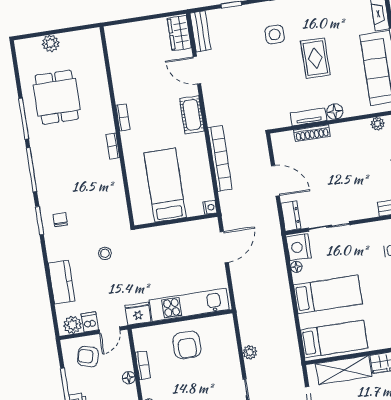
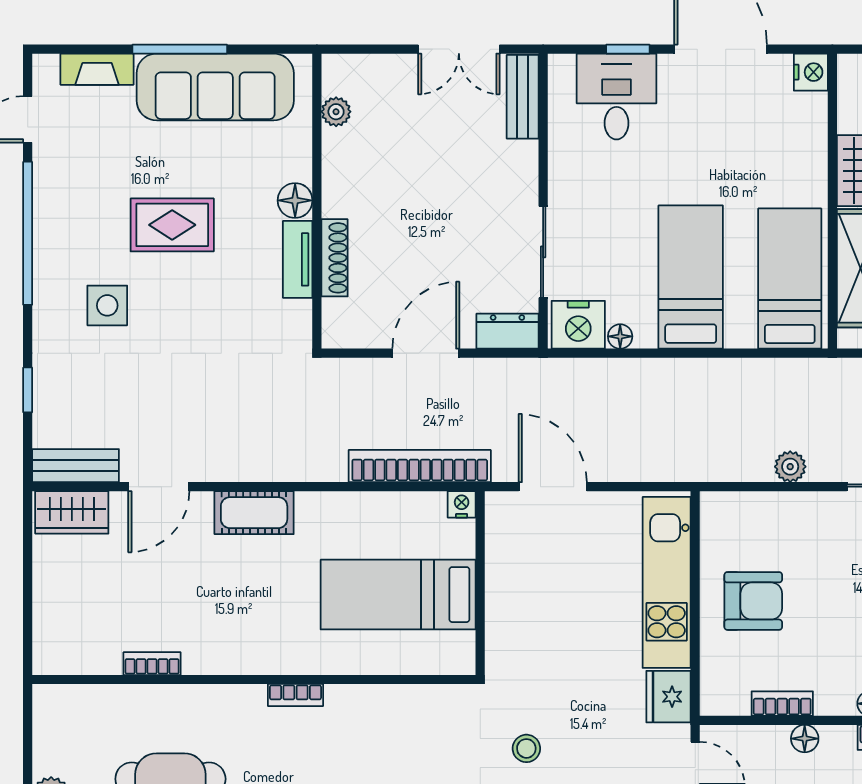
bookcase: (123, 117) -> (152, 664), moved
bookcase: (220, 158) -> (420, 466), moved

